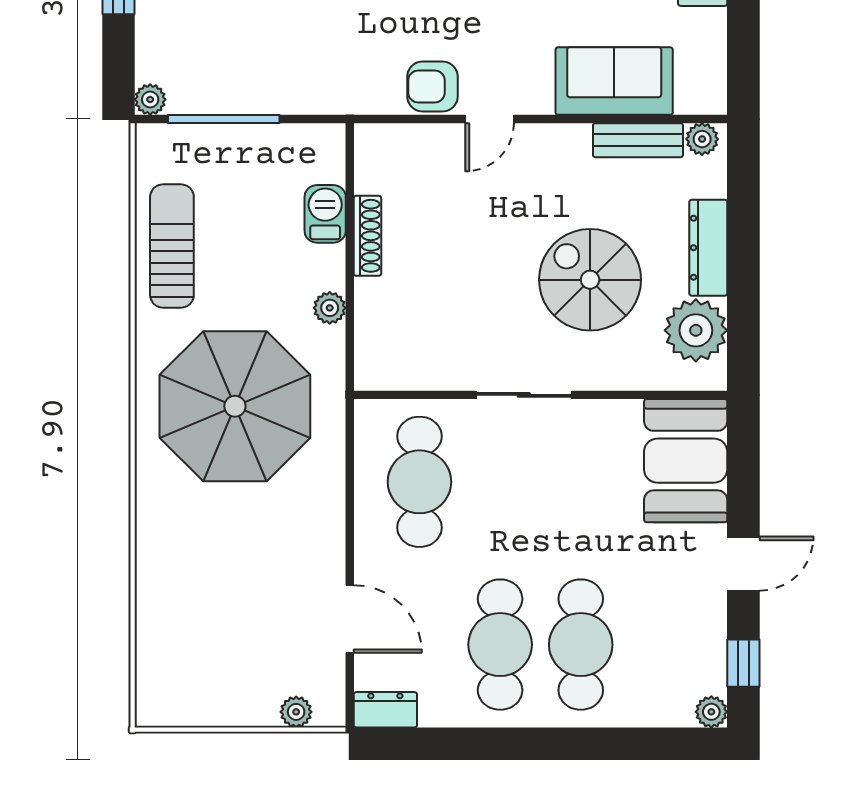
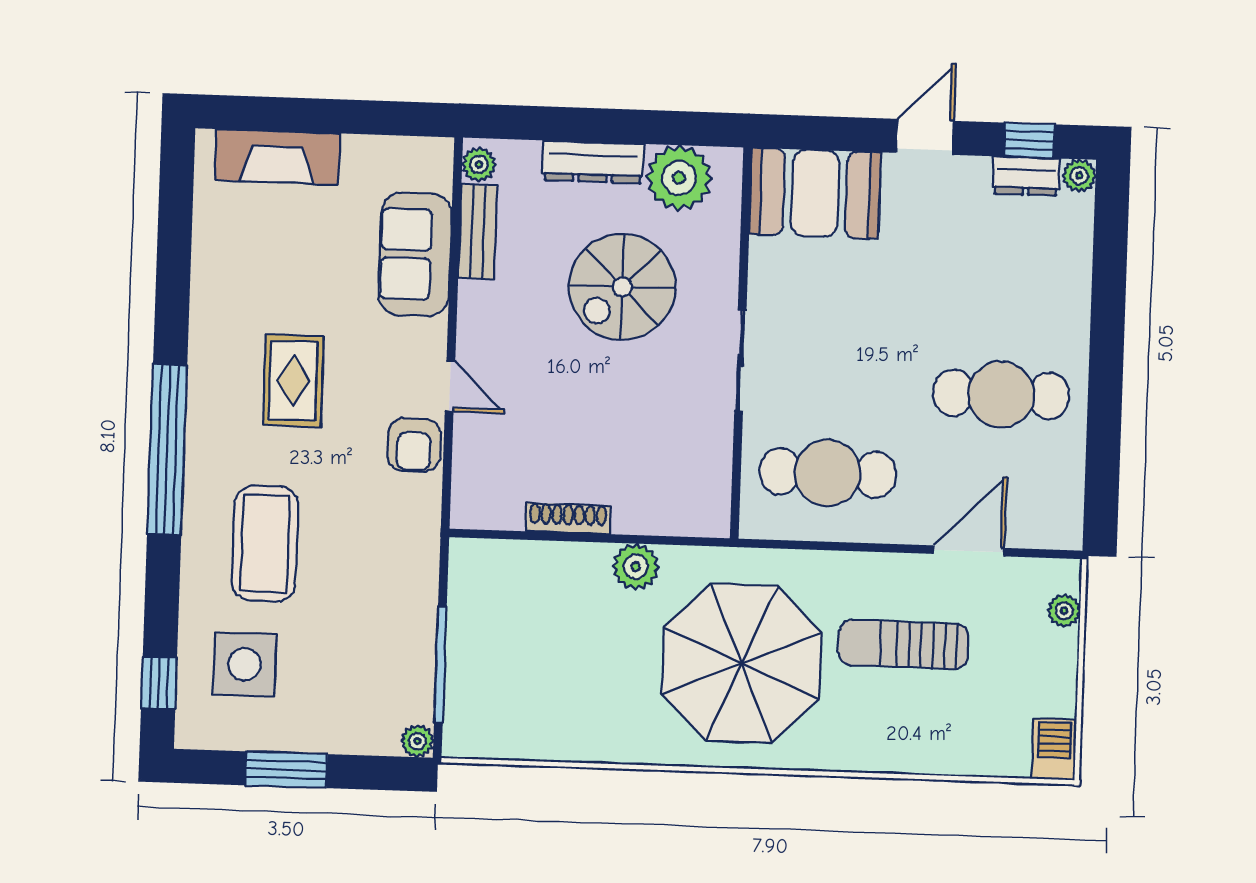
barbecue: (325, 214) -> (1054, 749), moved, turned 90
sun lounger: (172, 246) -> (904, 644), moved
plant: (330, 308) -> (636, 567), width x1.38, depth x1.38
door: (743, 564) -> (925, 137), hinge flipped
cafe table: (581, 645) -> (1004, 310), removed
dresser: (385, 710) -> (1026, 176), moved, turned -90

